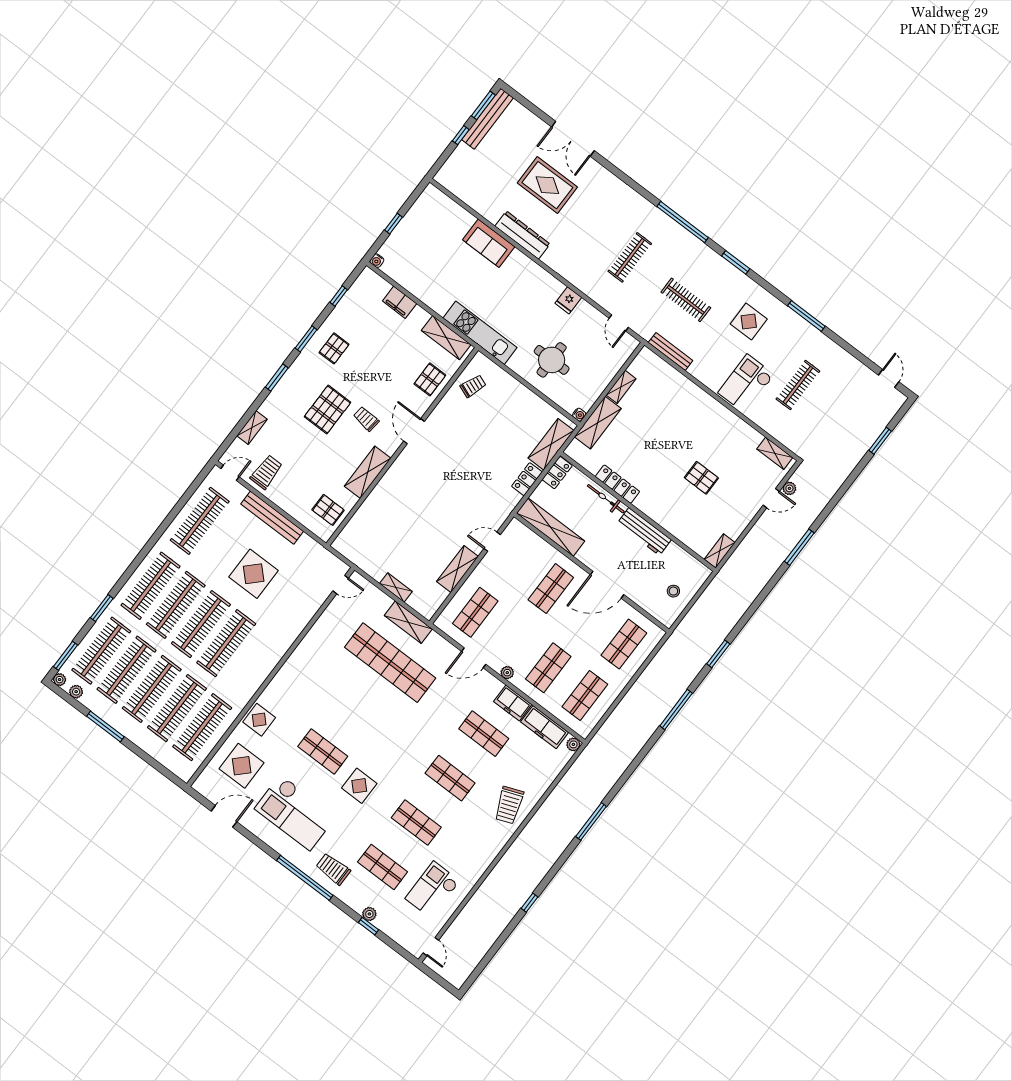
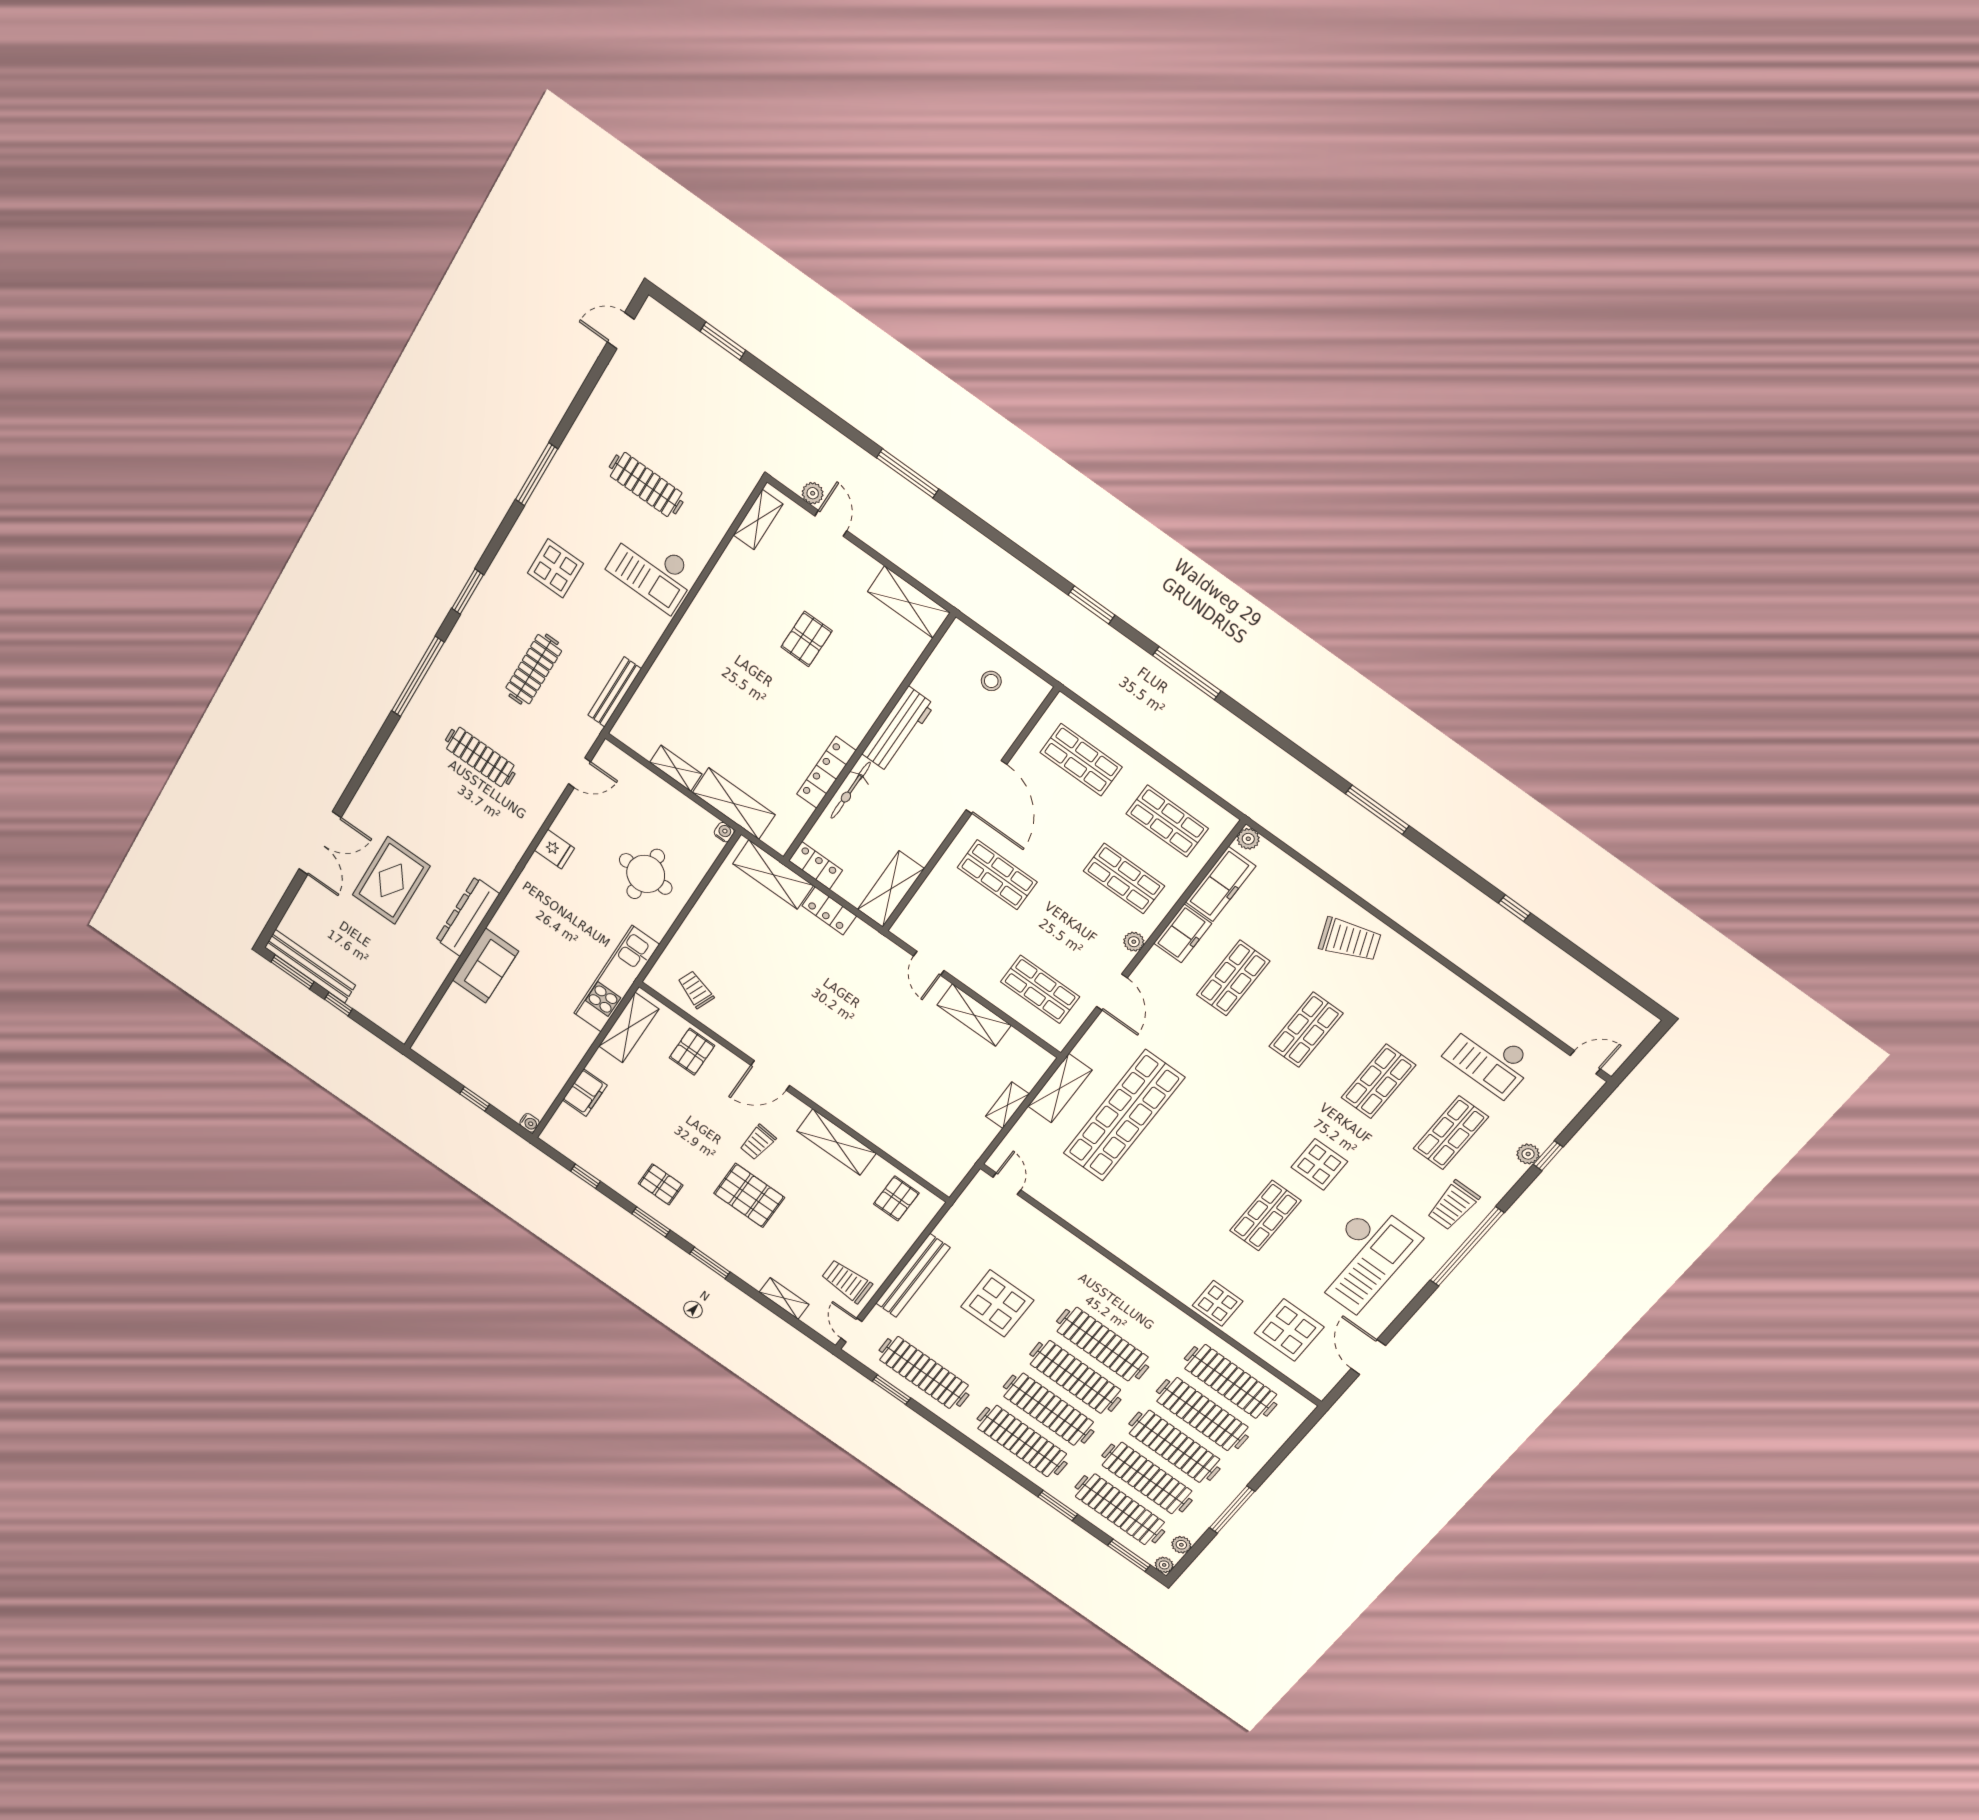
pallet: (430, 379) -> (692, 1052), turned 90
window: (186, 498) -> (891, 1390), added
shelving: (551, 527) -> (891, 889), width x0.68
shelving: (720, 551) -> (909, 602), width x1.50, depth x1.33

